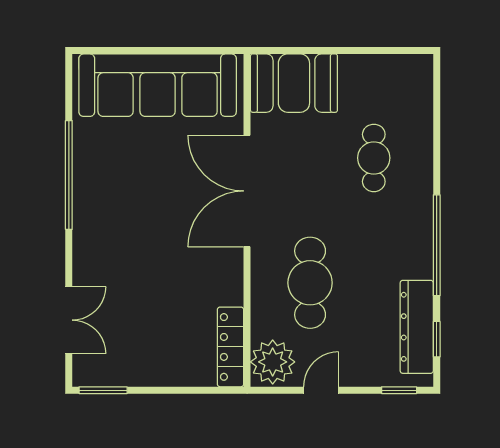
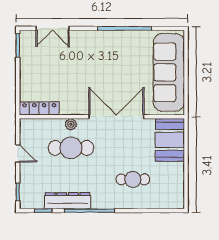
dresser: (417, 327) -> (68, 201), moved
plant: (273, 362) -> (71, 124), moved, width x0.53, depth x0.53

